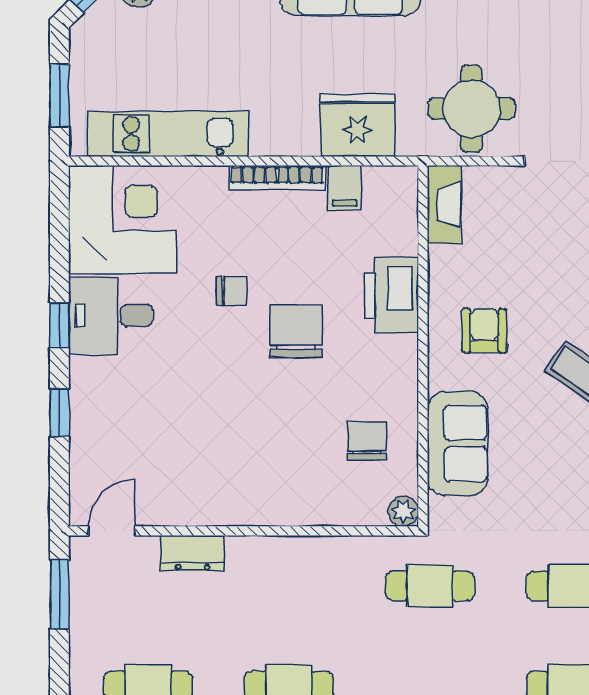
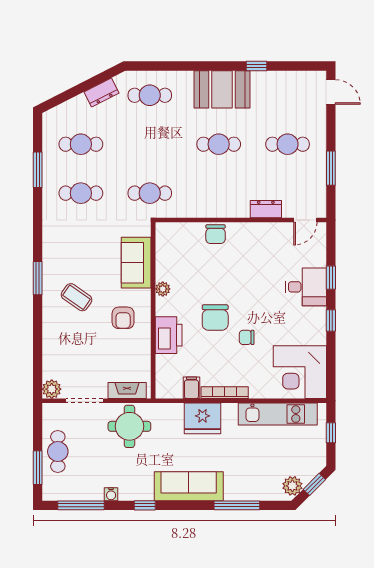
window: (59, 96) -> (331, 433), width x0.67
fridge: (358, 125) -> (203, 418), moved
fireplace: (444, 204) -> (127, 390), moved, turned 90
desk: (111, 315) -> (306, 287), moved
chair: (367, 441) -> (216, 234), moved
plant: (403, 511) -> (163, 289), moved
window: (59, 594) -> (331, 168), moved

